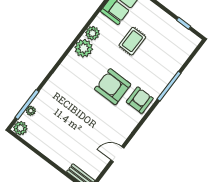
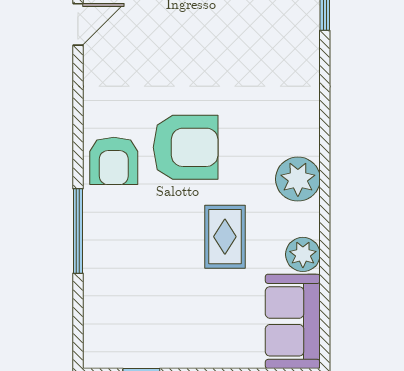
plant: (92, 33) -> (303, 254), moved
rug: (132, 41) -> (225, 237), moved

